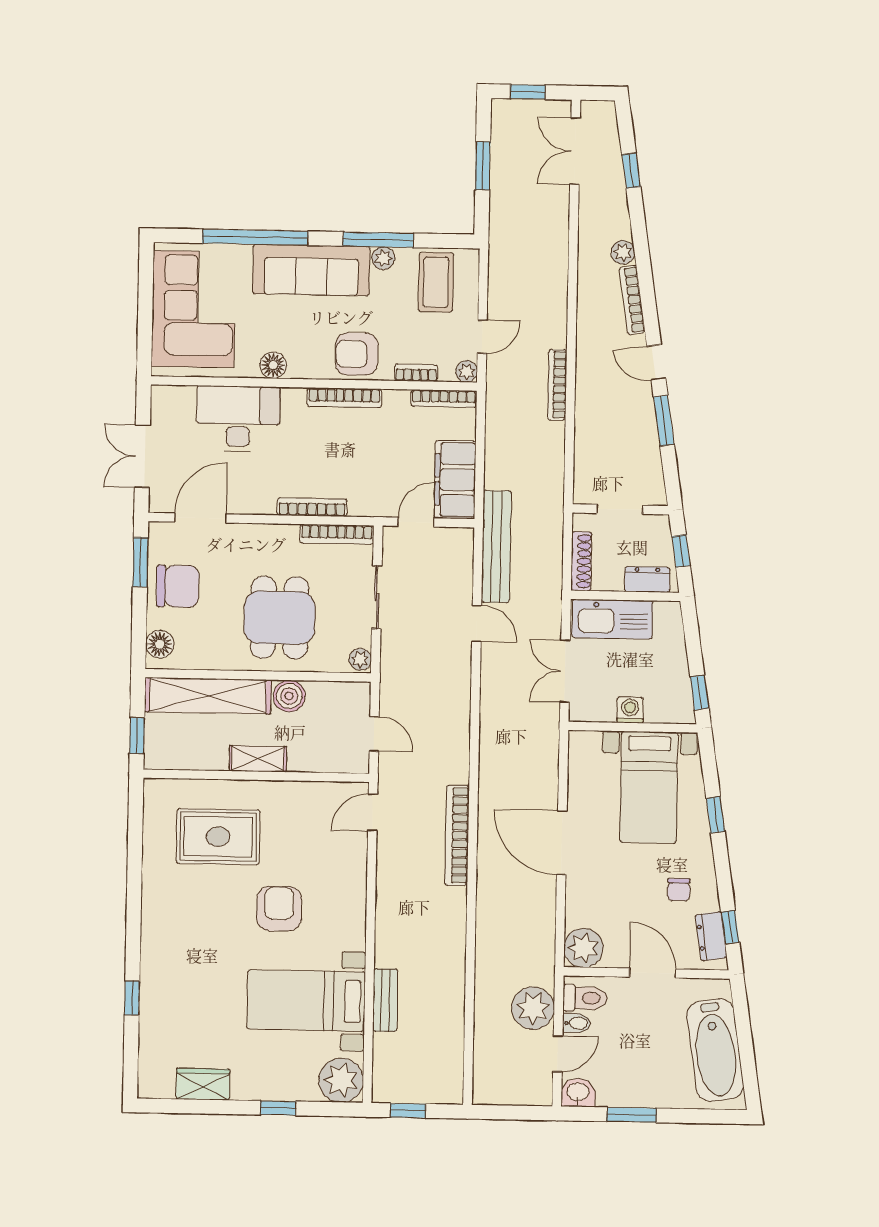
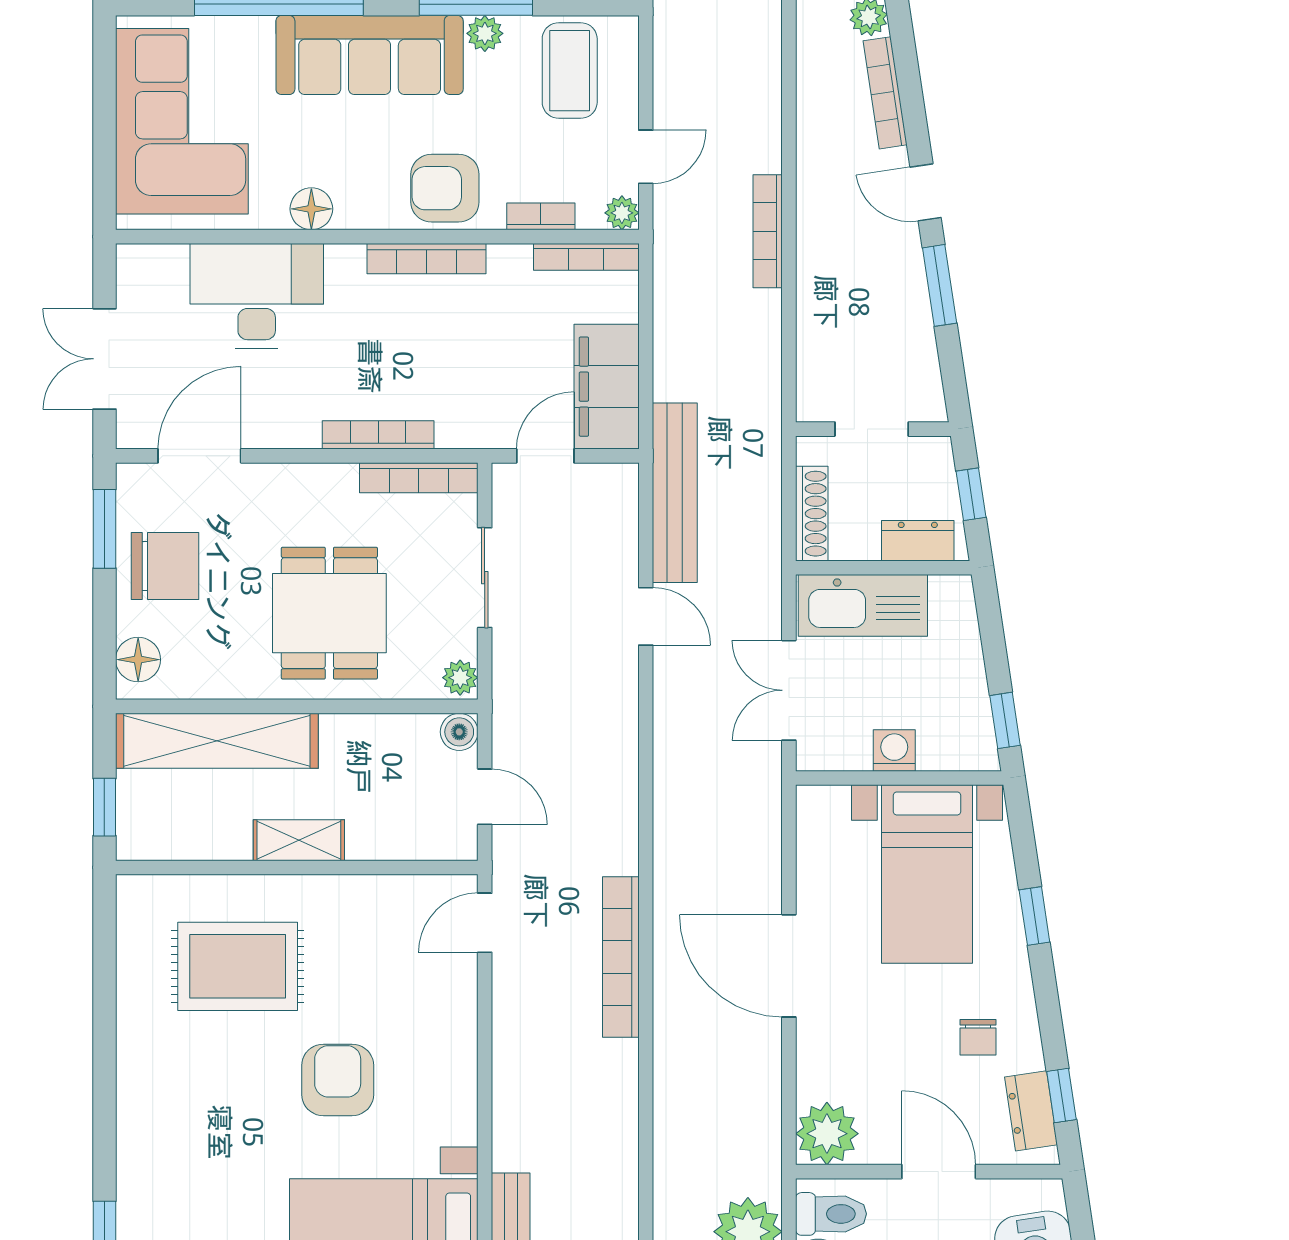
boiler: (289, 696) -> (459, 732), moved, width x0.73, depth x0.73

